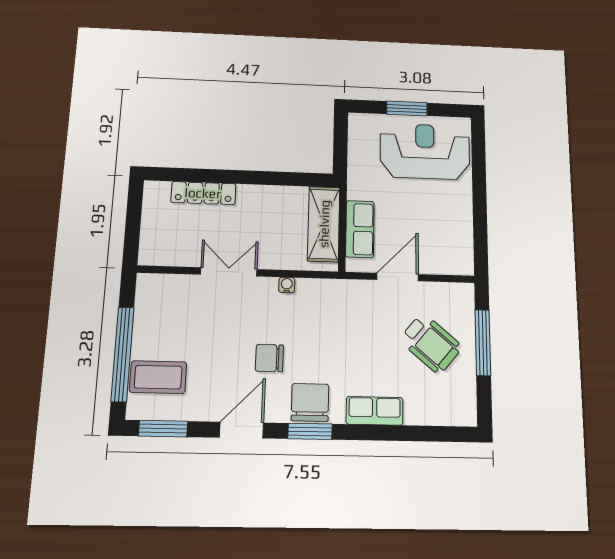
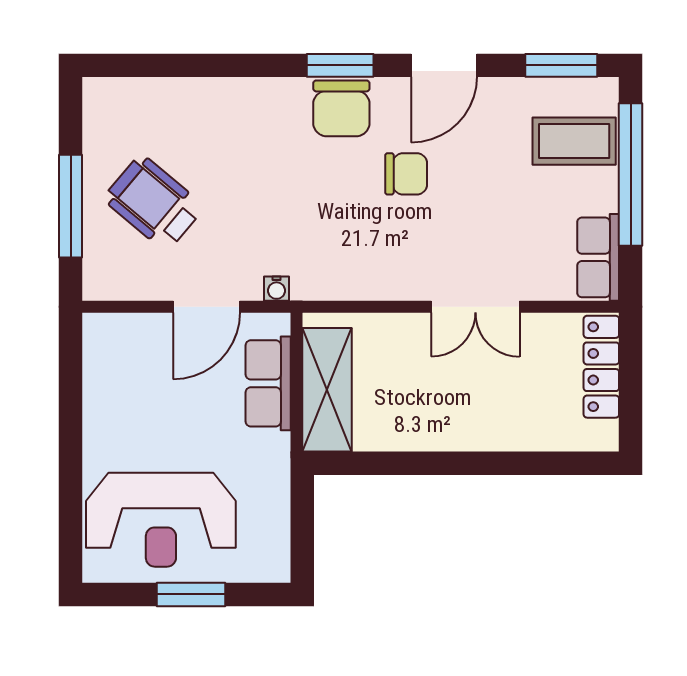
locker: (203, 193) -> (601, 367), moved, turned -90
water cooler: (287, 285) -> (277, 289), moved
row of seats: (375, 411) -> (598, 257), moved, turned 90

